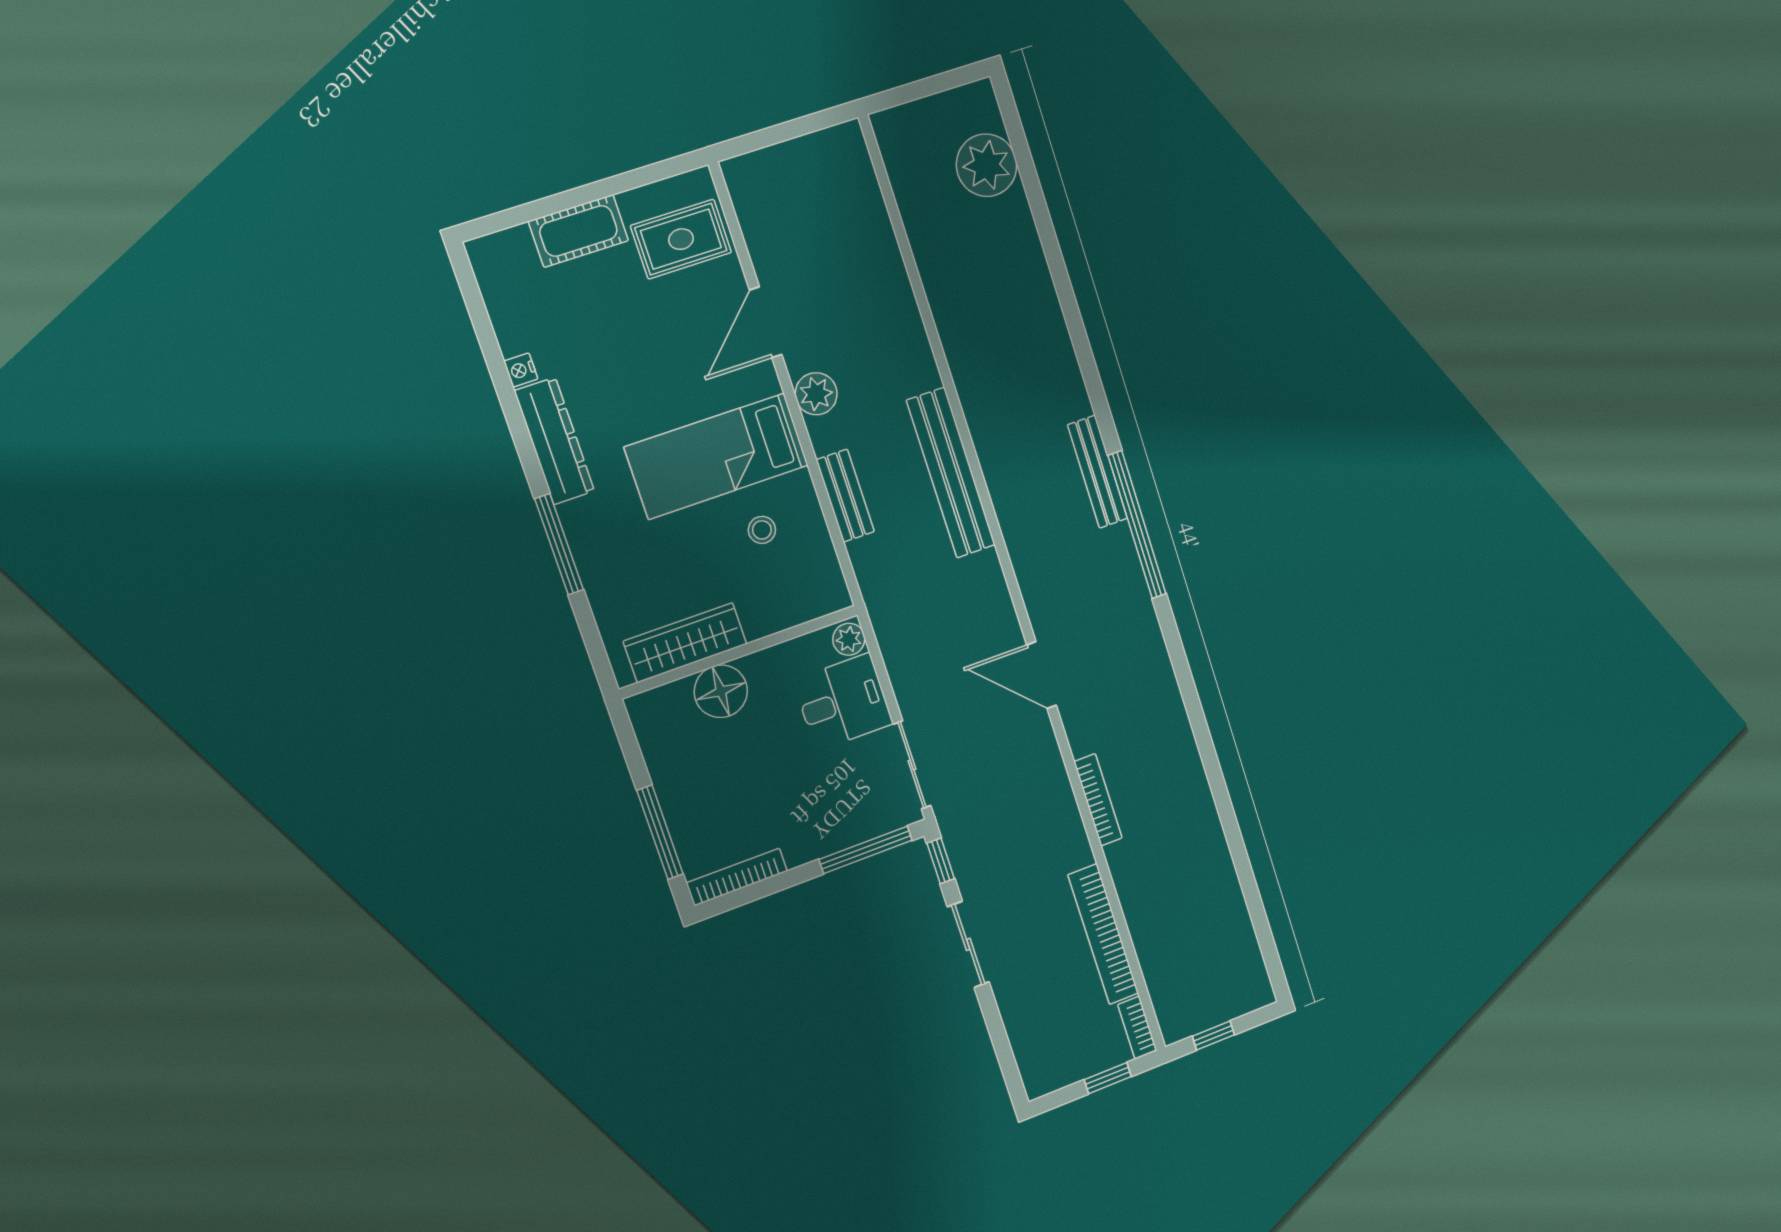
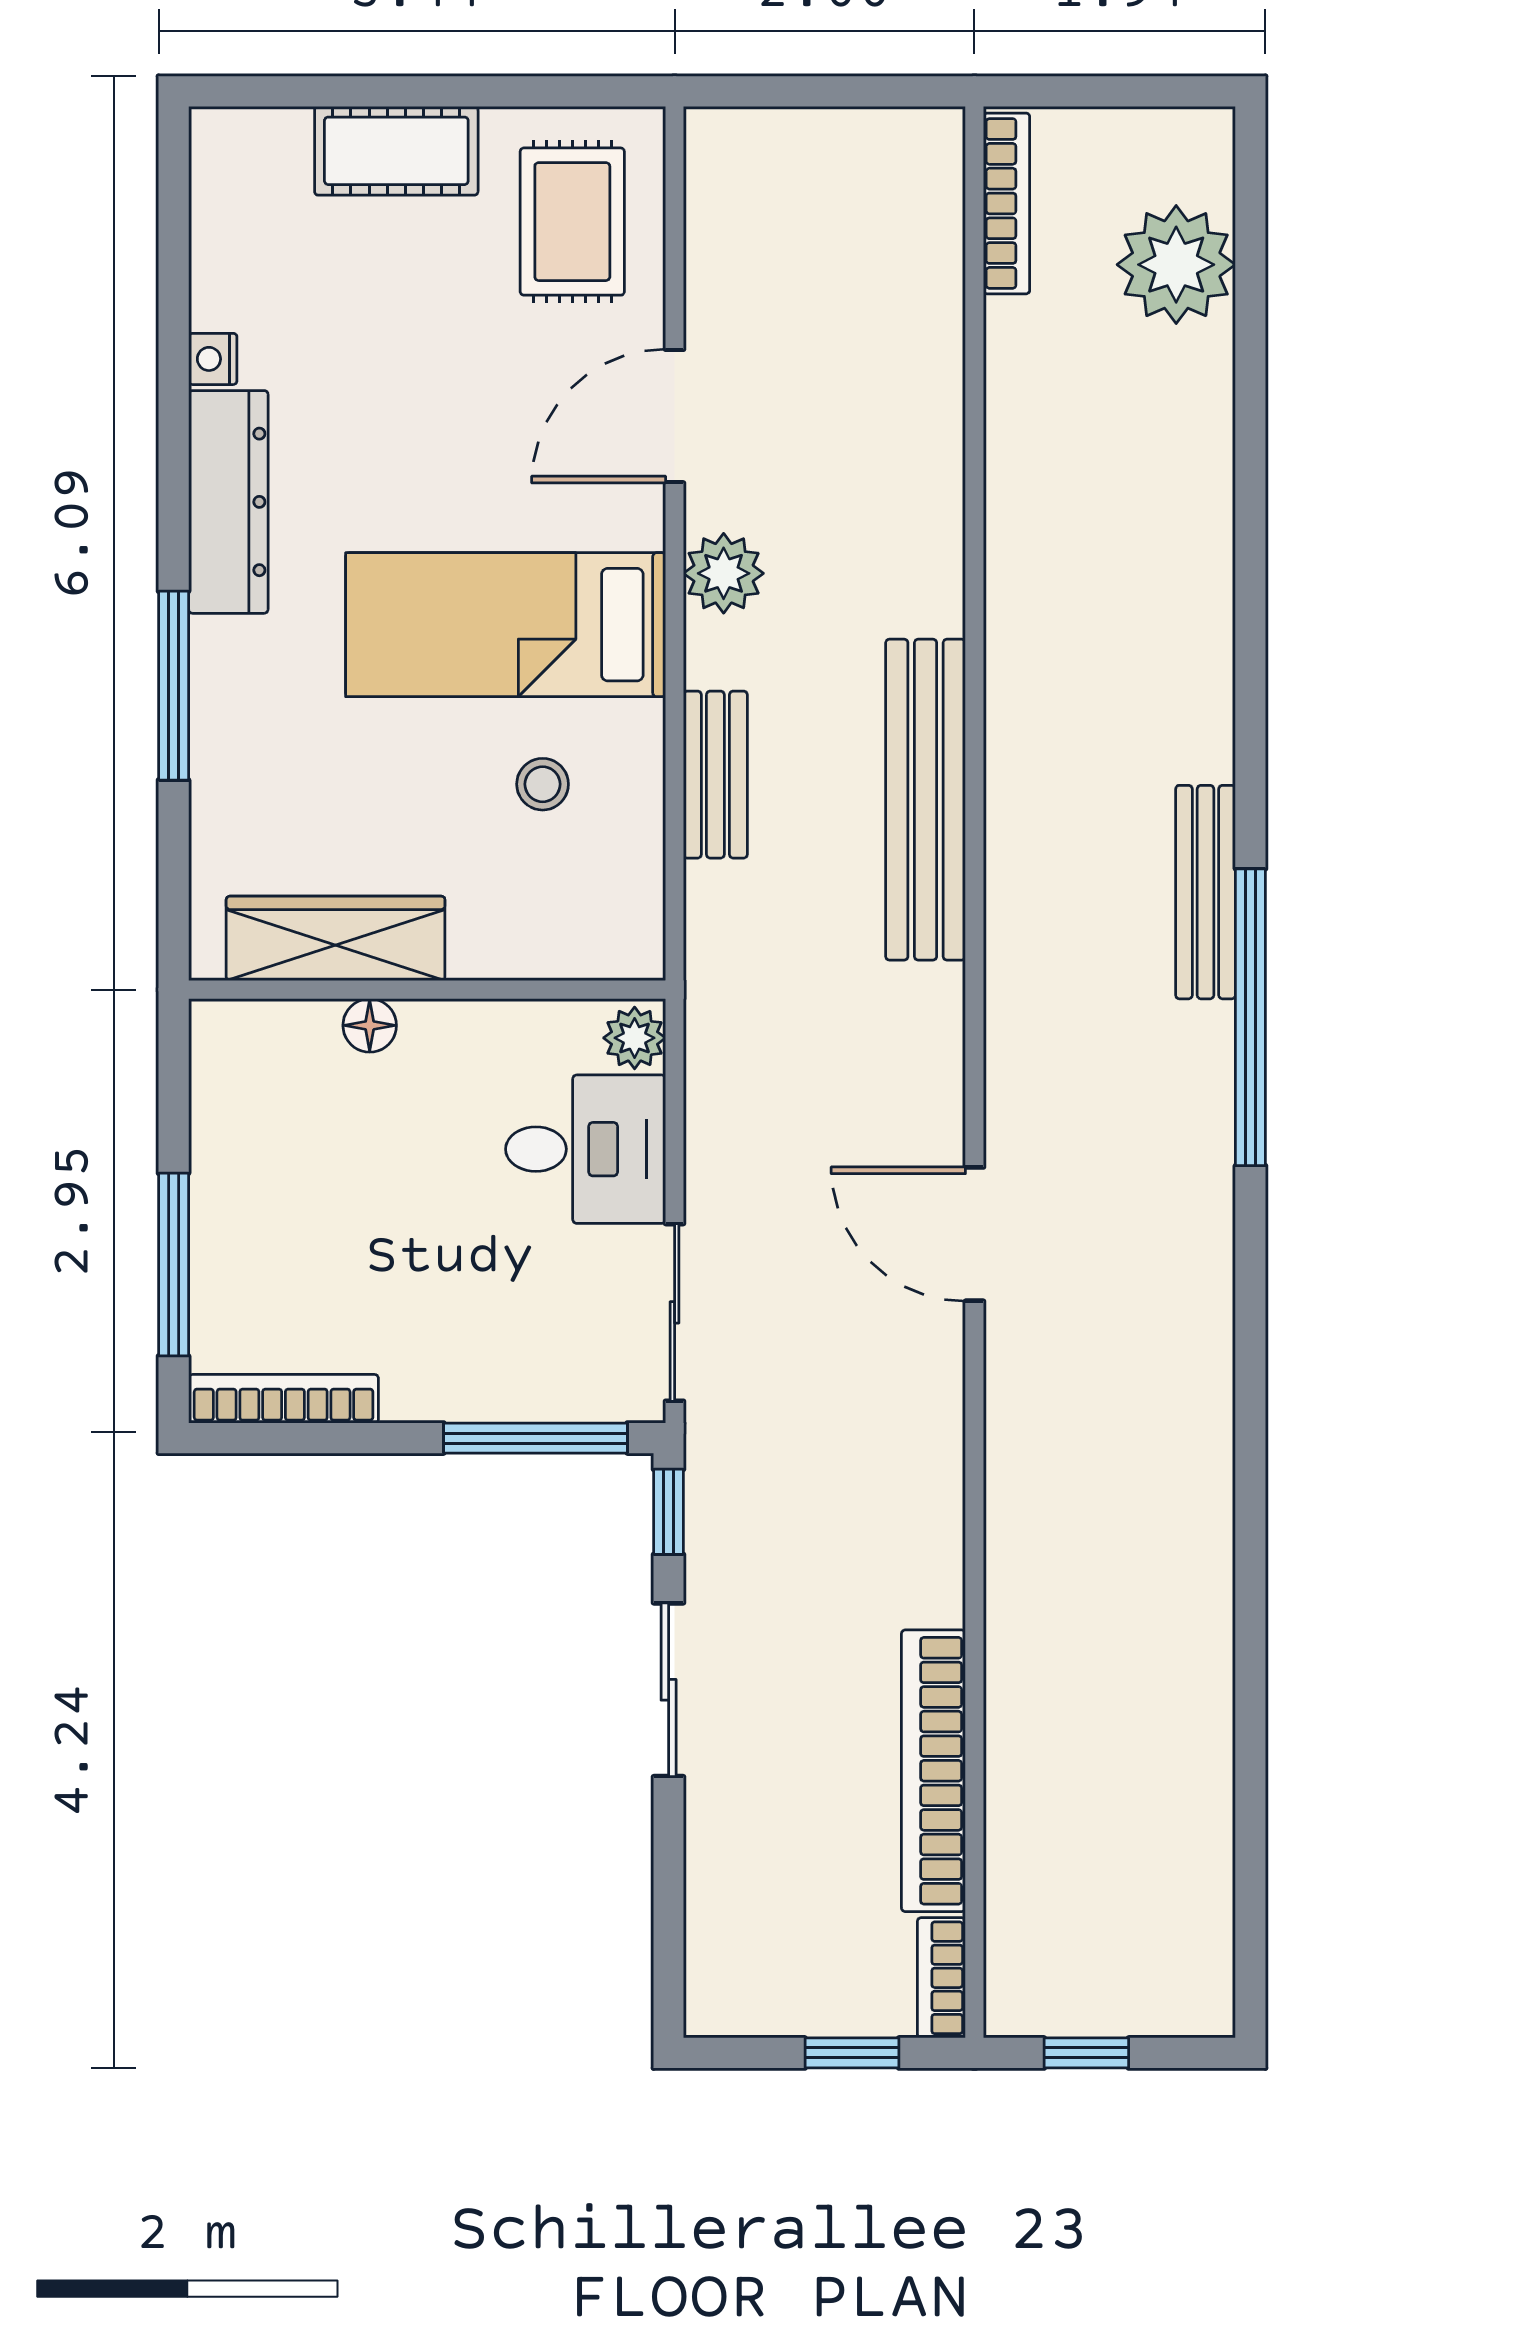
rug: (681, 239) -> (572, 222), turned 90
floor lamp: (721, 691) -> (370, 1025), width x0.53, depth x0.53
bookcase: (1098, 800) -> (1007, 203), moved

